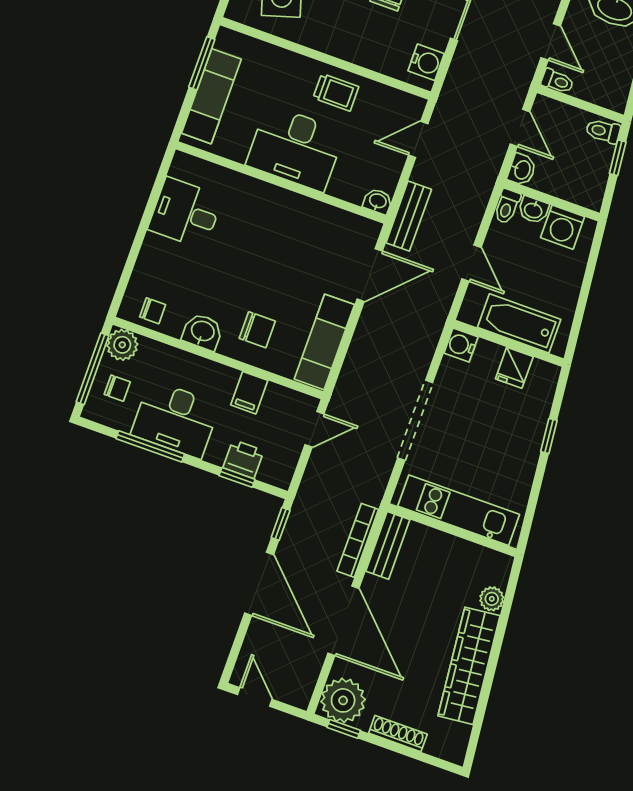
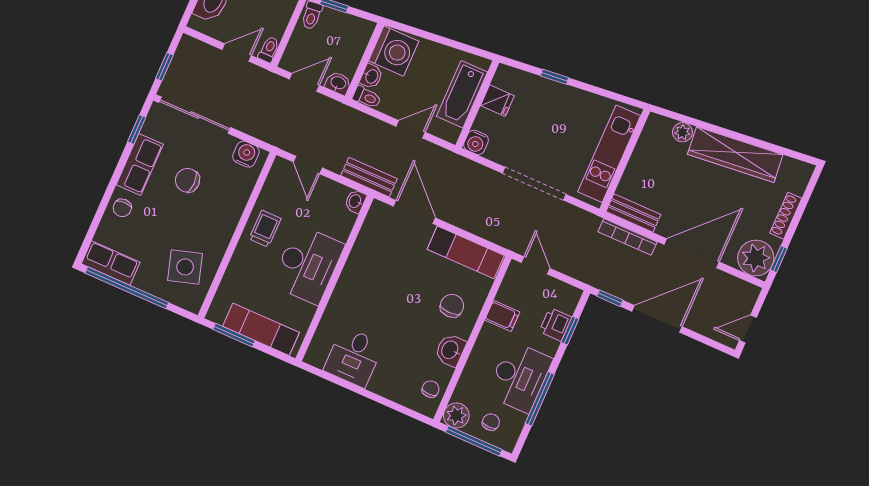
washing machine: (563, 227) -> (394, 51), width x1.37, depth x1.37

